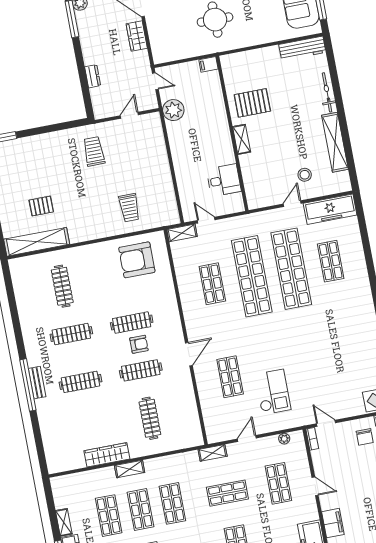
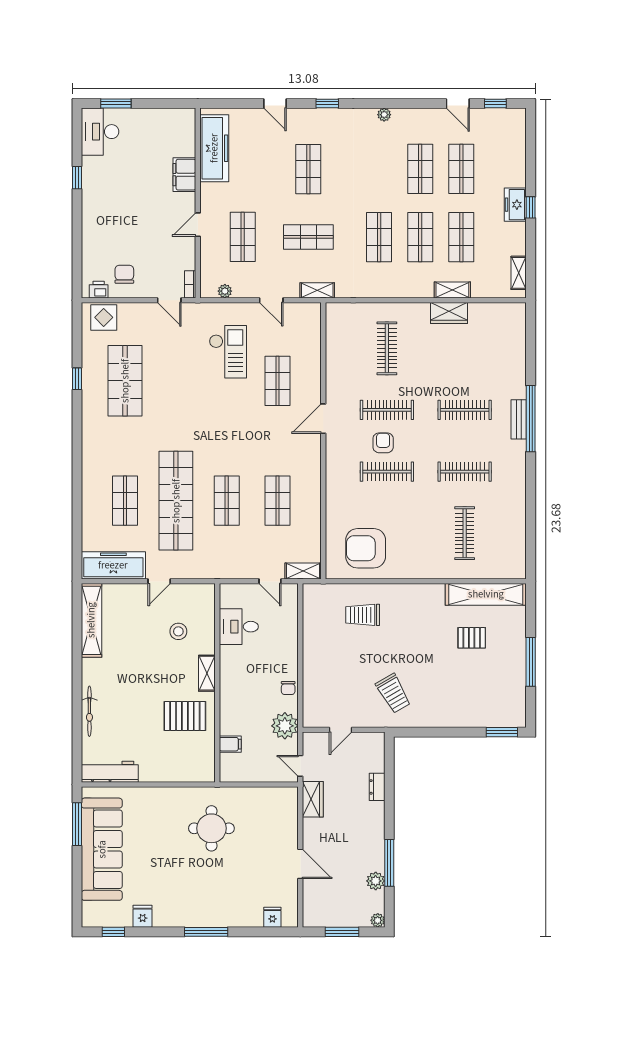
wardrobe: (137, 36) -> (313, 799), moved
filing cabinet: (208, 64) -> (230, 744), moved
chair: (176, 140) -> (288, 688), added
shelving: (335, 142) -> (91, 620), moved
trolley: (94, 151) -> (393, 693), turned -30
stool: (305, 175) -> (178, 631), moved
trolley: (129, 208) -> (363, 615), turned -90
armchair: (137, 260) -> (366, 548), turned 180
shop shelf: (252, 276) -> (227, 501), width x0.50, depth x0.74
armchair: (139, 344) -> (383, 443), turned 90
shop shelf: (348, 354) -> (125, 381), added
checkout: (273, 392) -> (228, 352), turned 180
door: (247, 438) -> (271, 300), hinge flipped
wardrobe: (107, 455) -> (449, 313), width x0.67
shelving: (130, 469) -> (452, 290), moved
door: (315, 486) -> (198, 225), hinge flipped
shelving: (64, 522) -> (519, 273), moved

